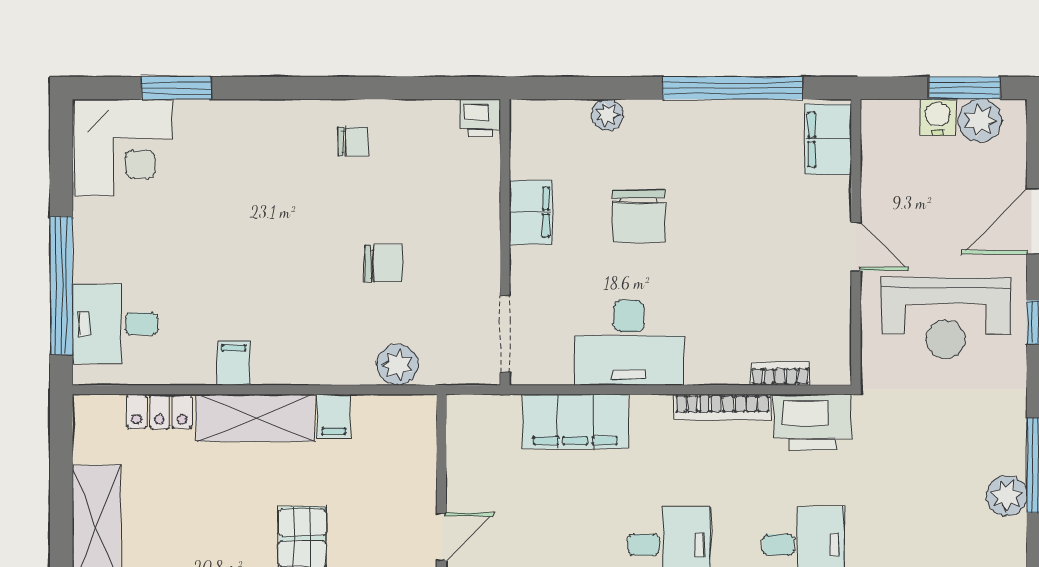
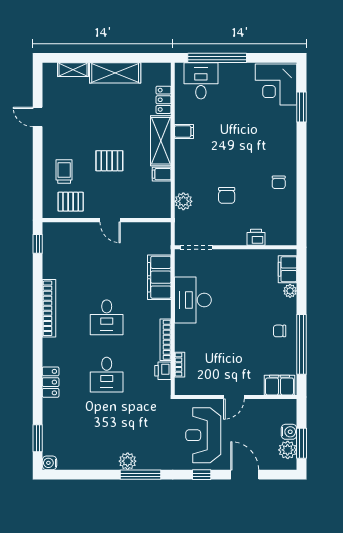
printer: (480, 118) -> (256, 237), moved, turned 90
filing cabinet: (531, 212) -> (288, 269), moved, turned 90
chair: (639, 216) -> (280, 331), moved, width x0.54, depth x0.54
printer: (812, 422) -> (163, 371), width x0.53, depth x0.68

